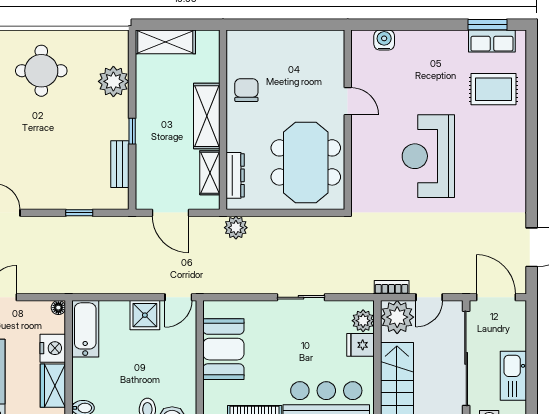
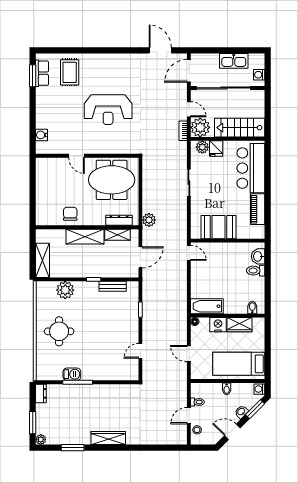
chair: (246, 90) -> (70, 214), turned 90
door: (348, 101) -> (77, 156), swing flipped
shower: (145, 315) -> (199, 272), removed

